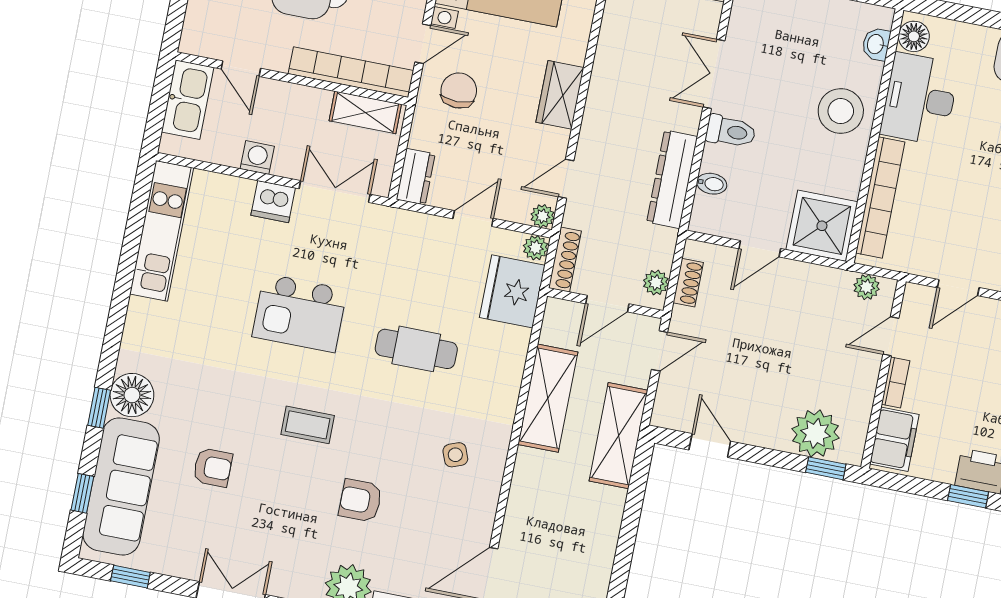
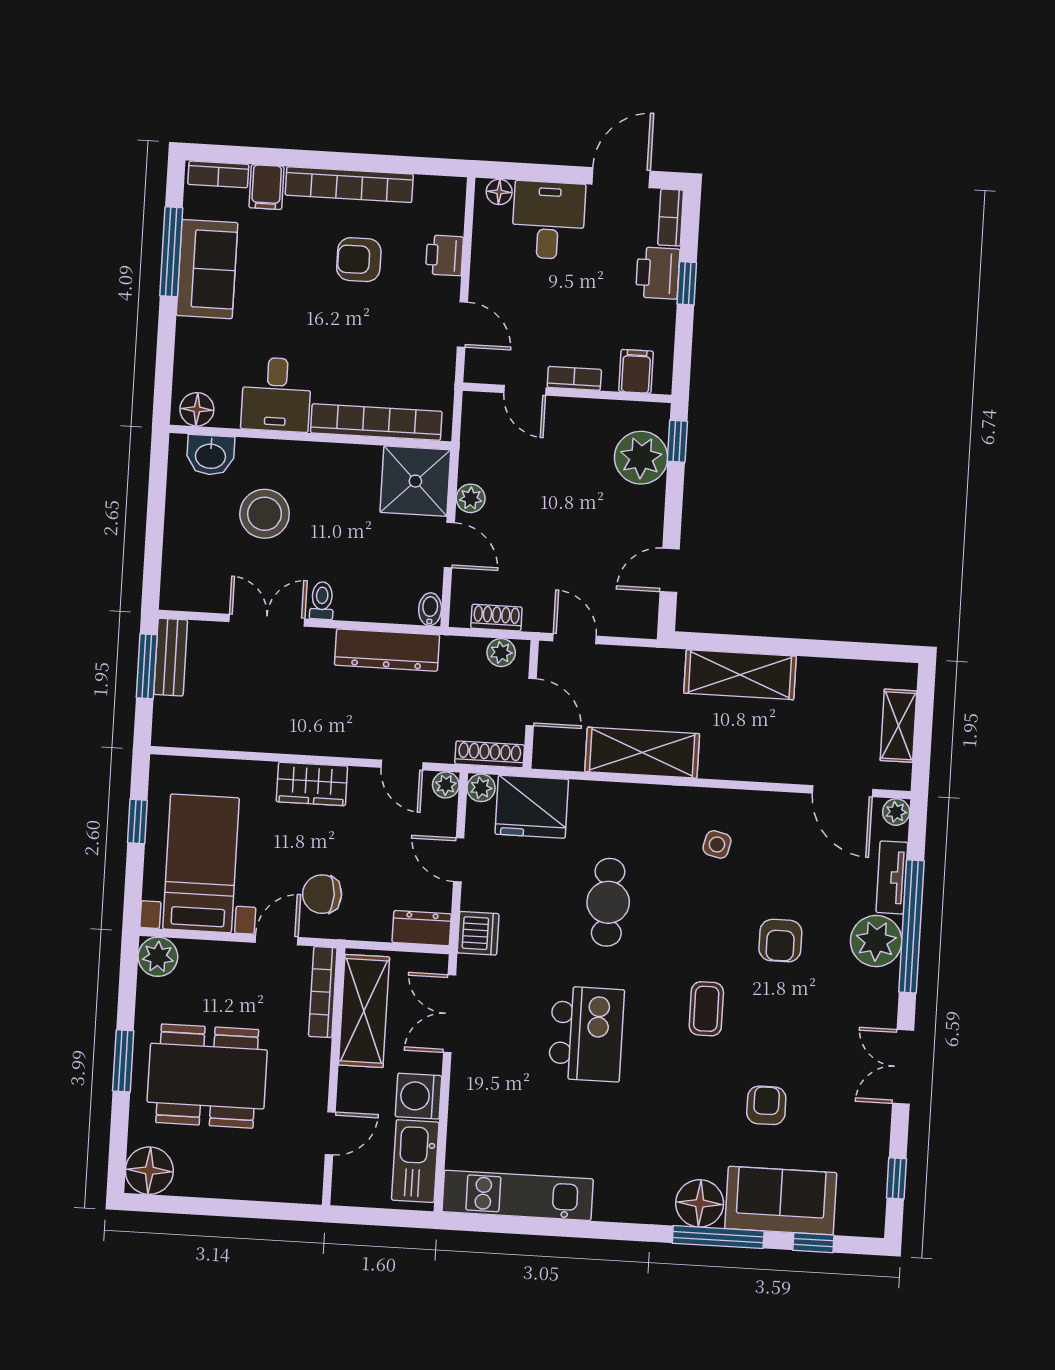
door: (423, 44) -> (277, 940), hinge flipped
washbasin: (876, 44) -> (210, 455), width x1.38, depth x1.45
bookcase: (351, 72) -> (323, 992), width x0.68, depth x0.76
double door: (714, 74) -> (267, 620), swing flipped
desk: (920, 99) -> (276, 394), width x0.73
kitchen sink: (188, 100) -> (415, 1161), moved, turned -90
stool: (841, 111) -> (265, 514), moved
shelving: (365, 112) -> (364, 1011), width x1.50, depth x1.33
toilet: (731, 131) -> (322, 601), width x0.73, depth x0.72
washing machine: (257, 158) -> (418, 1096), width x1.38, depth x1.38
bidet: (712, 184) -> (430, 609), moved
dishwasher: (273, 202) -> (478, 933), moved
plant: (867, 287) -> (471, 498), moved
window: (99, 408) -> (718, 1237), width x2.17
shelving: (619, 436) -> (740, 675), moved
filing cabinet: (894, 439) -> (636, 371), width x0.50
side table: (455, 455) -> (717, 844), turned 34
sofa: (121, 486) -> (781, 1201), width x0.73

